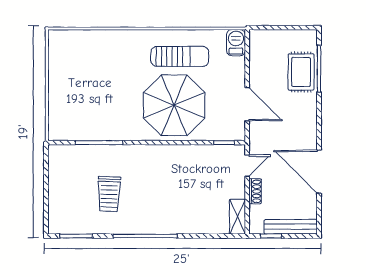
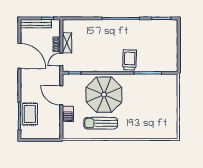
barbecue: (236, 43) -> (68, 114), moved
trolley: (109, 194) -> (130, 60), moved
shelving: (237, 217) -> (67, 43), moved

